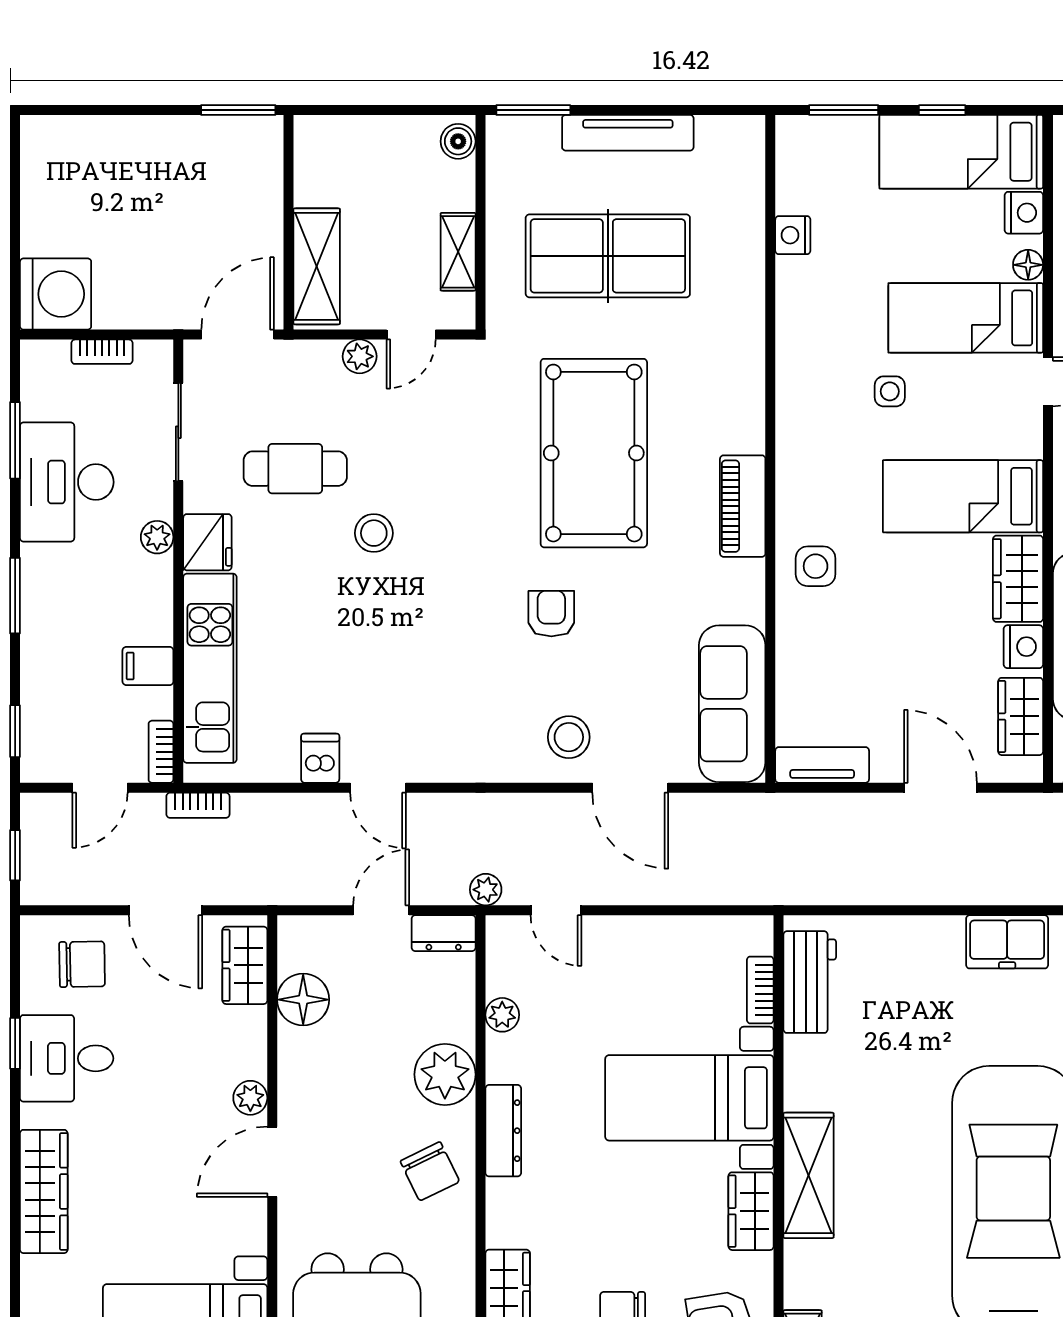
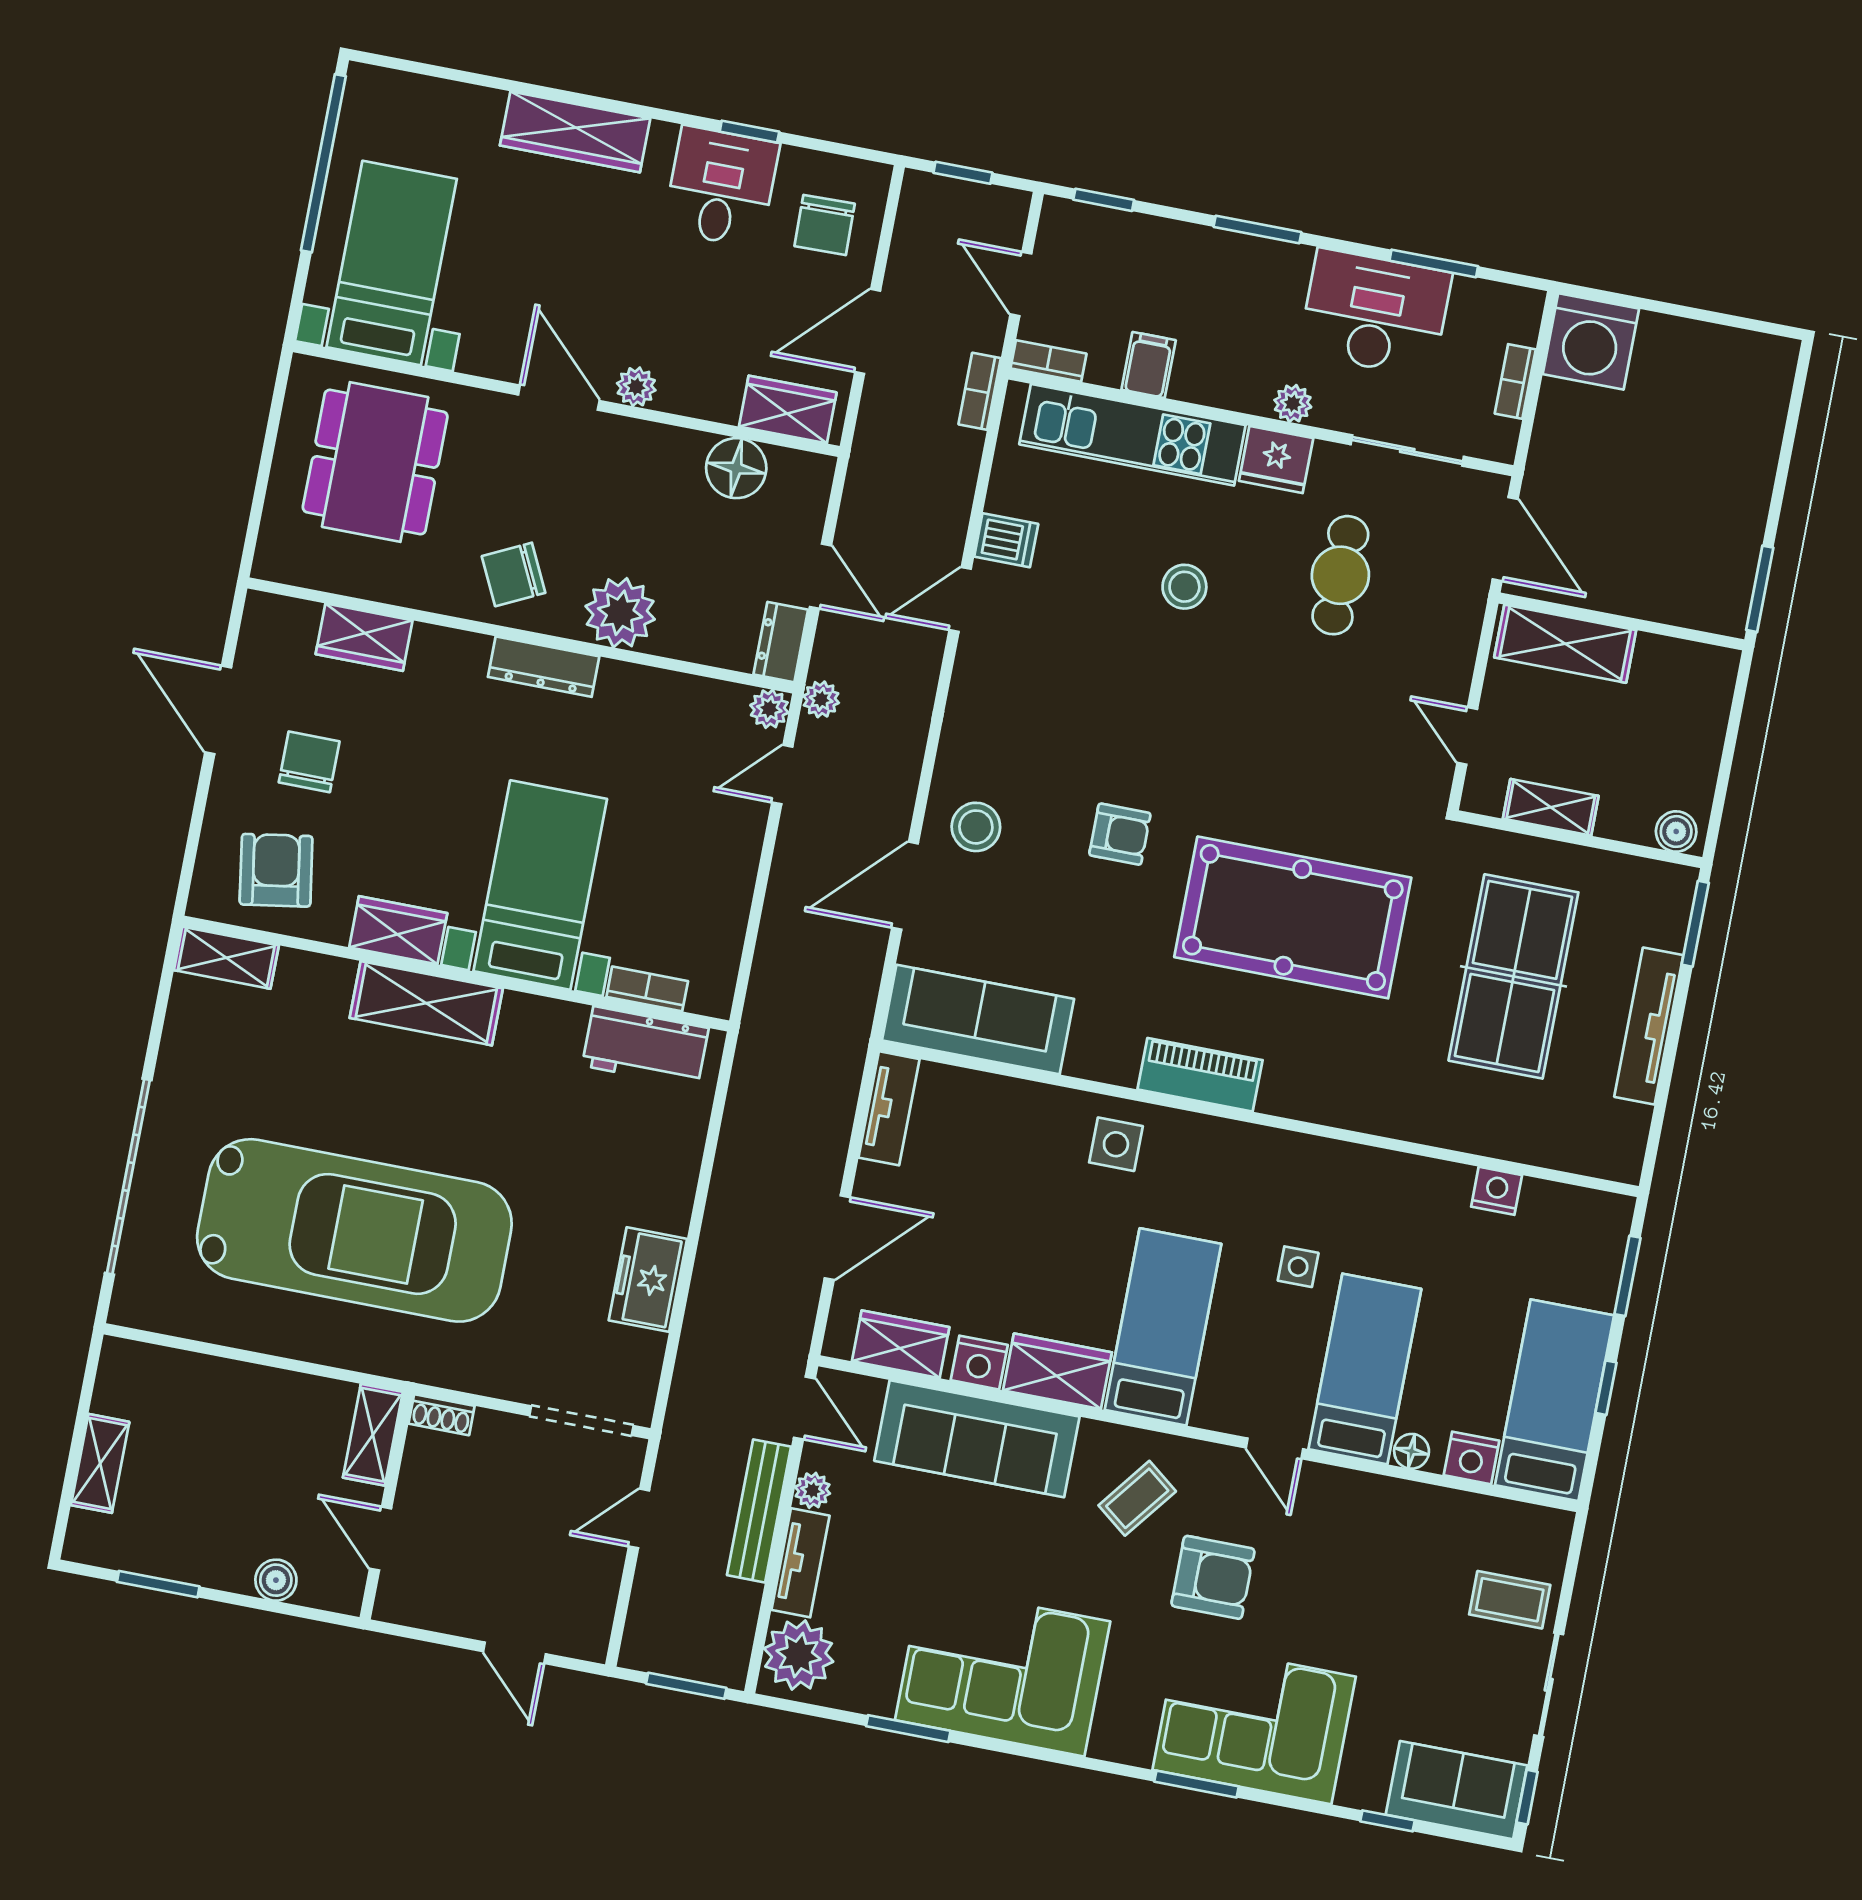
plant: (360, 356) -> (1454, 673), removed
stool: (374, 533) -> (1184, 587), moved
plant: (502, 1015) -> (769, 709), moved

